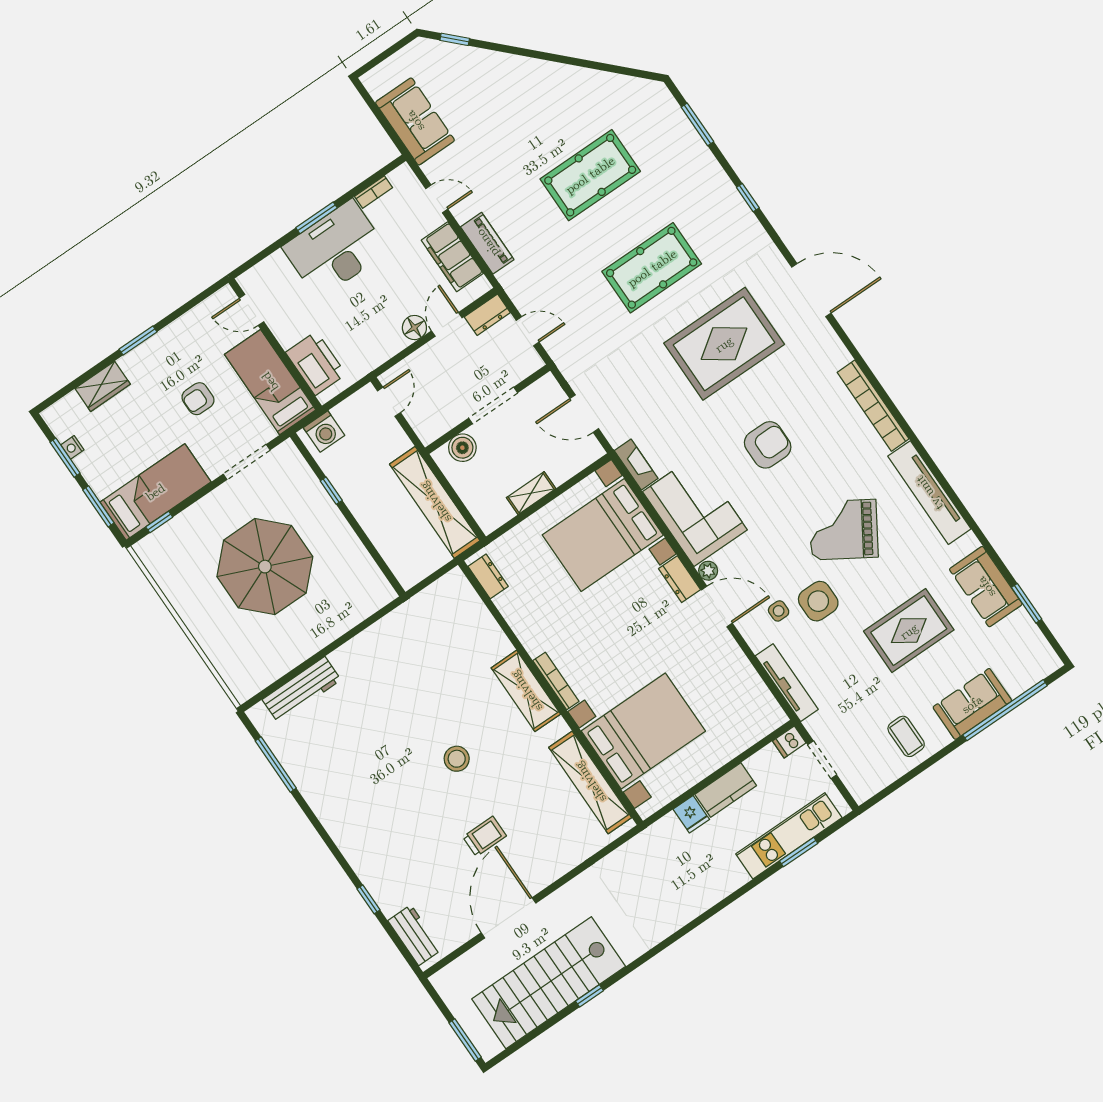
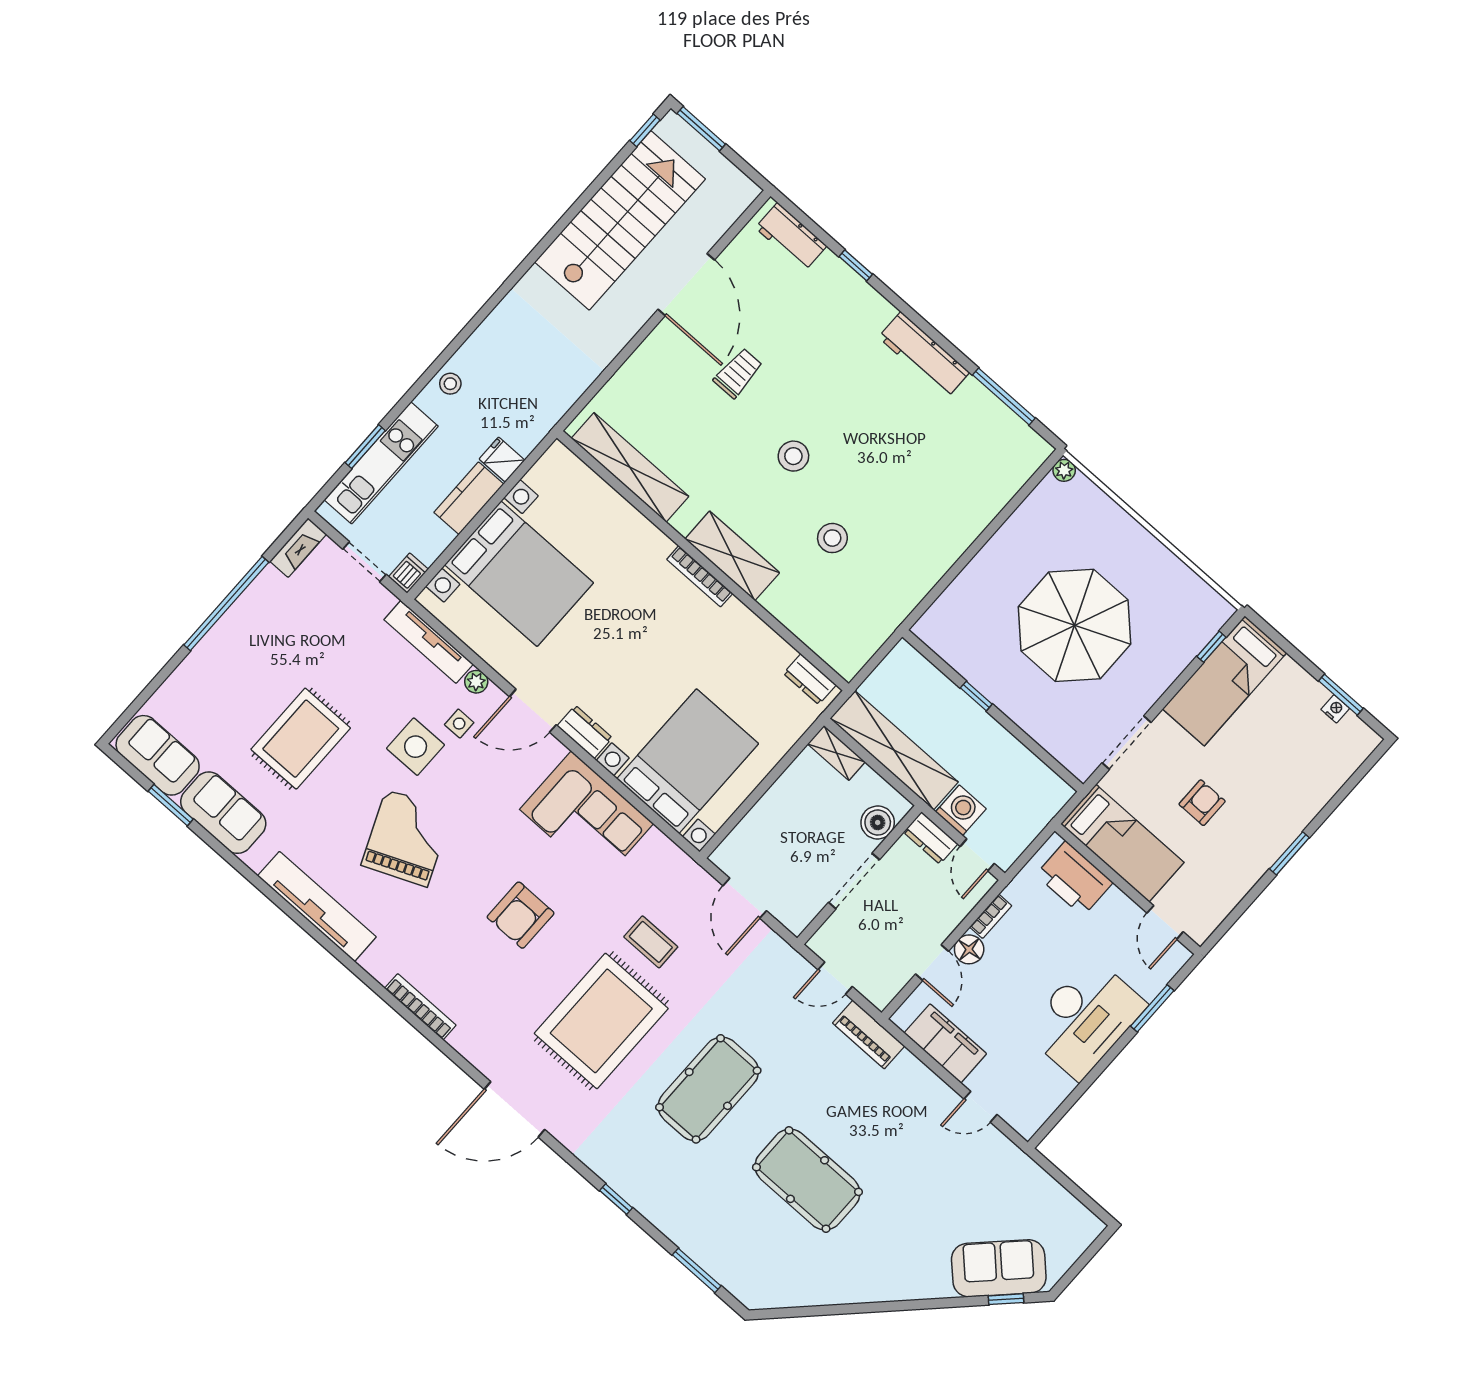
sofa: (415, 121) -> (999, 1268), moved, turned 135
pool table: (590, 175) -> (807, 1180), turned 90
bookcase: (374, 192) -> (991, 916), moved, turned 180
window: (317, 218) -> (1152, 1008), moved
piano: (487, 243) -> (869, 1034), moved
door: (252, 310) -> (1165, 922), swing flipped
dresser: (487, 315) -> (931, 838), moved, turned -90
wardrobe: (103, 386) -> (1318, 789), removed
bookcase: (873, 406) -> (420, 1007), width x0.68, depth x0.76
door: (584, 414) -> (745, 898), swing flipped
washing machine: (324, 431) -> (961, 810), moved, turned 90
fireplace: (636, 465) -> (298, 548), moved, turned -90
window: (331, 491) -> (976, 696), moved
shelving: (531, 493) -> (836, 753), moved, turned 90
window: (98, 506) -> (1287, 647), removed
grand piano: (844, 530) -> (407, 838), turned -55
plant: (708, 571) -> (476, 682), moved
stool: (442, 685) -> (832, 538), added
workbench: (302, 690) -> (924, 355), moved, turned -90
plant: (242, 693) -> (1064, 470), added
sofa: (972, 704) -> (158, 755), moved, turned -90
window: (1005, 710) -> (226, 603), moved
bed with nightstands: (643, 731) -> (519, 574), moved, turned -90
coffee table: (906, 736) -> (651, 942), moved
trolley: (485, 836) -> (738, 373), turned 180
stool: (718, 886) -> (450, 384), added
window: (590, 996) -> (645, 130), moved

